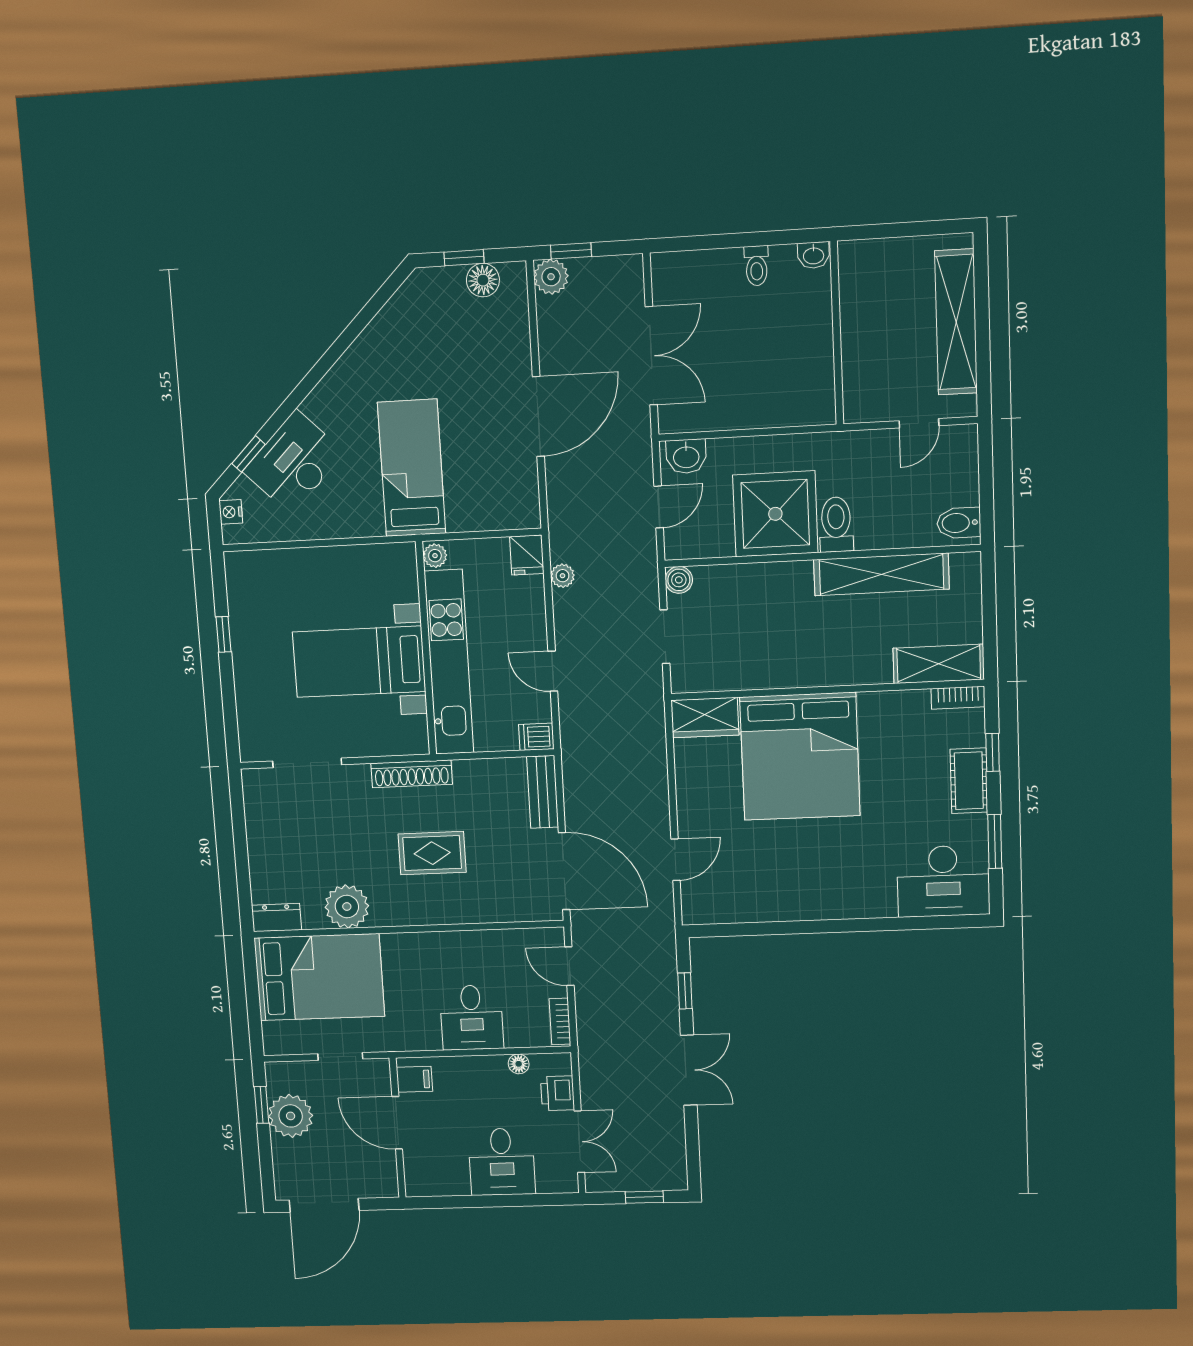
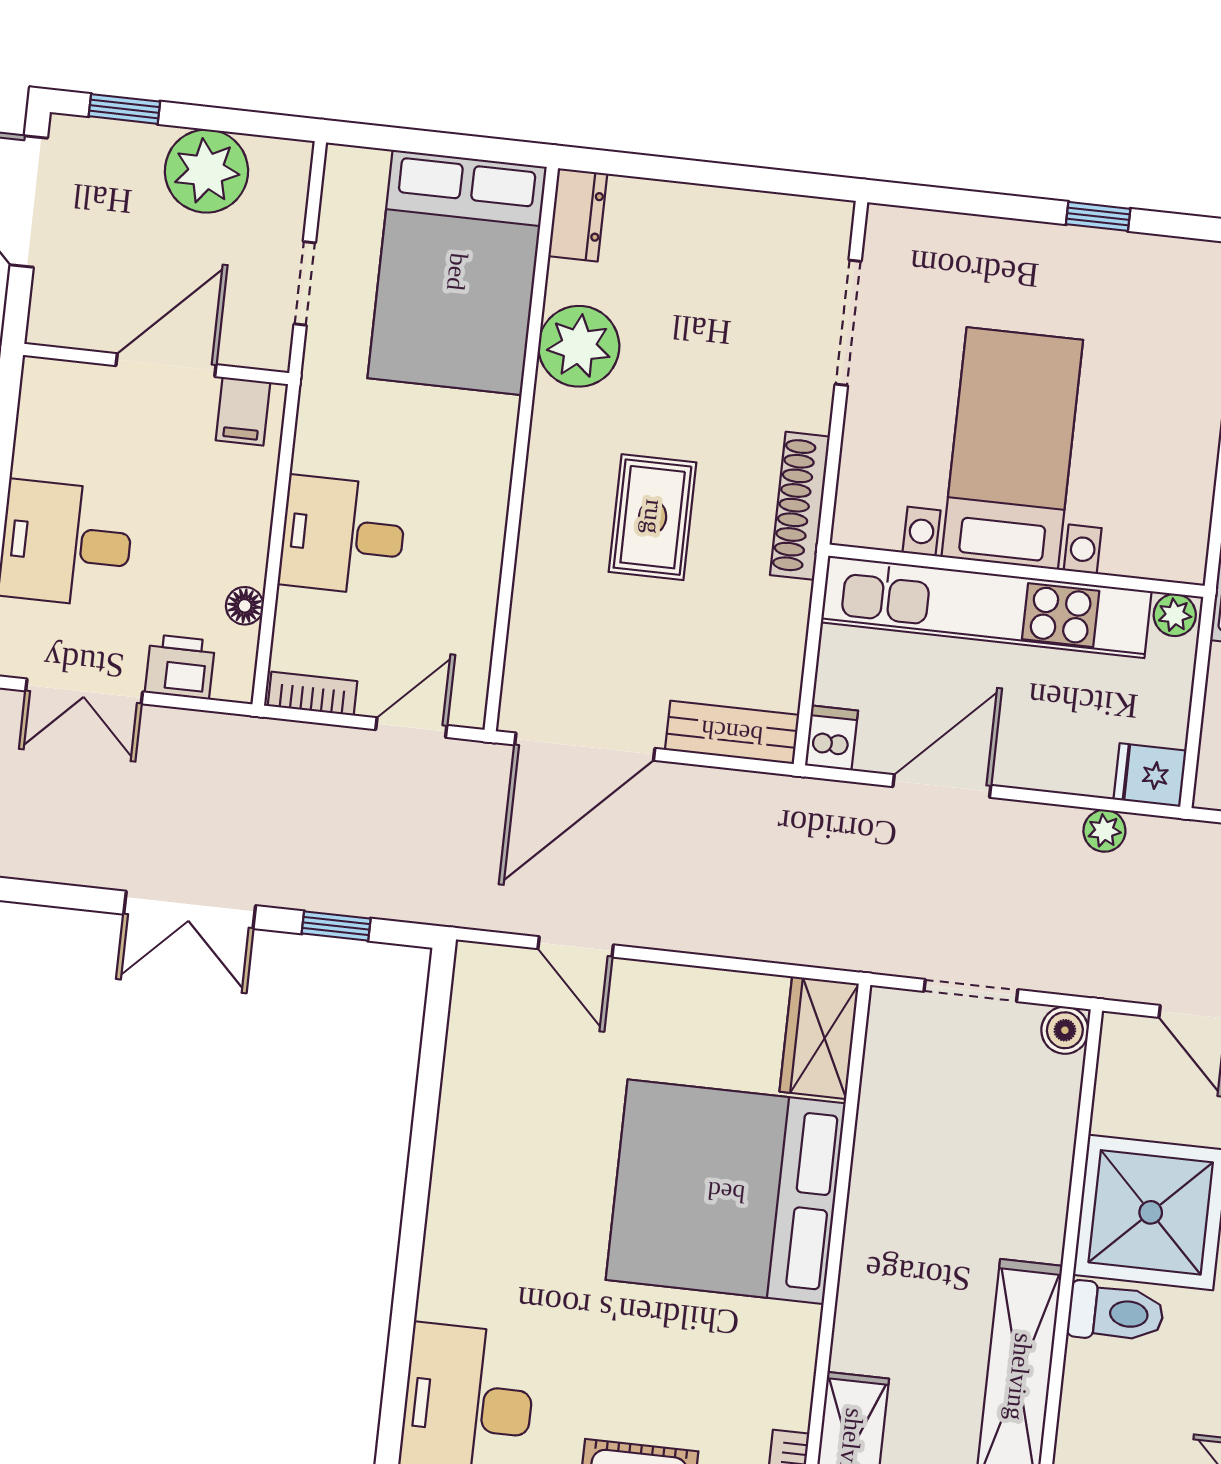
door: (553, 671) -> (942, 786), width x1.38
window: (261, 1105) -> (124, 109), moved

